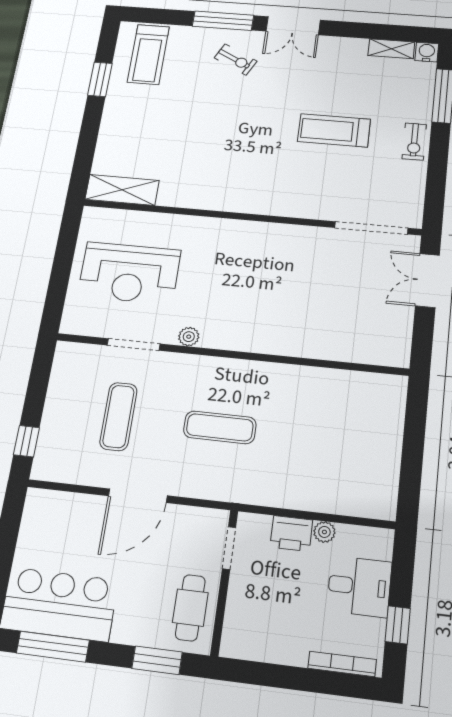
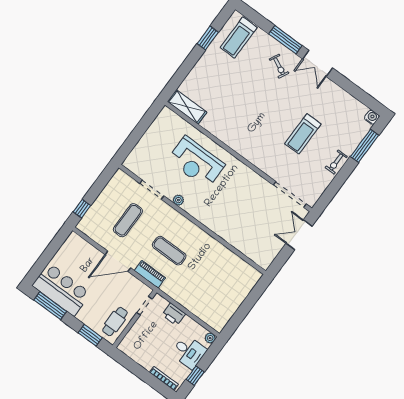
shelving: (391, 49) -> (356, 105), removed
treadmill: (334, 130) -> (303, 134), turned -90
reception desk: (129, 273) -> (196, 162), moved
piano: (208, 486) -> (150, 274), added
plant: (324, 532) -> (210, 338), moved

